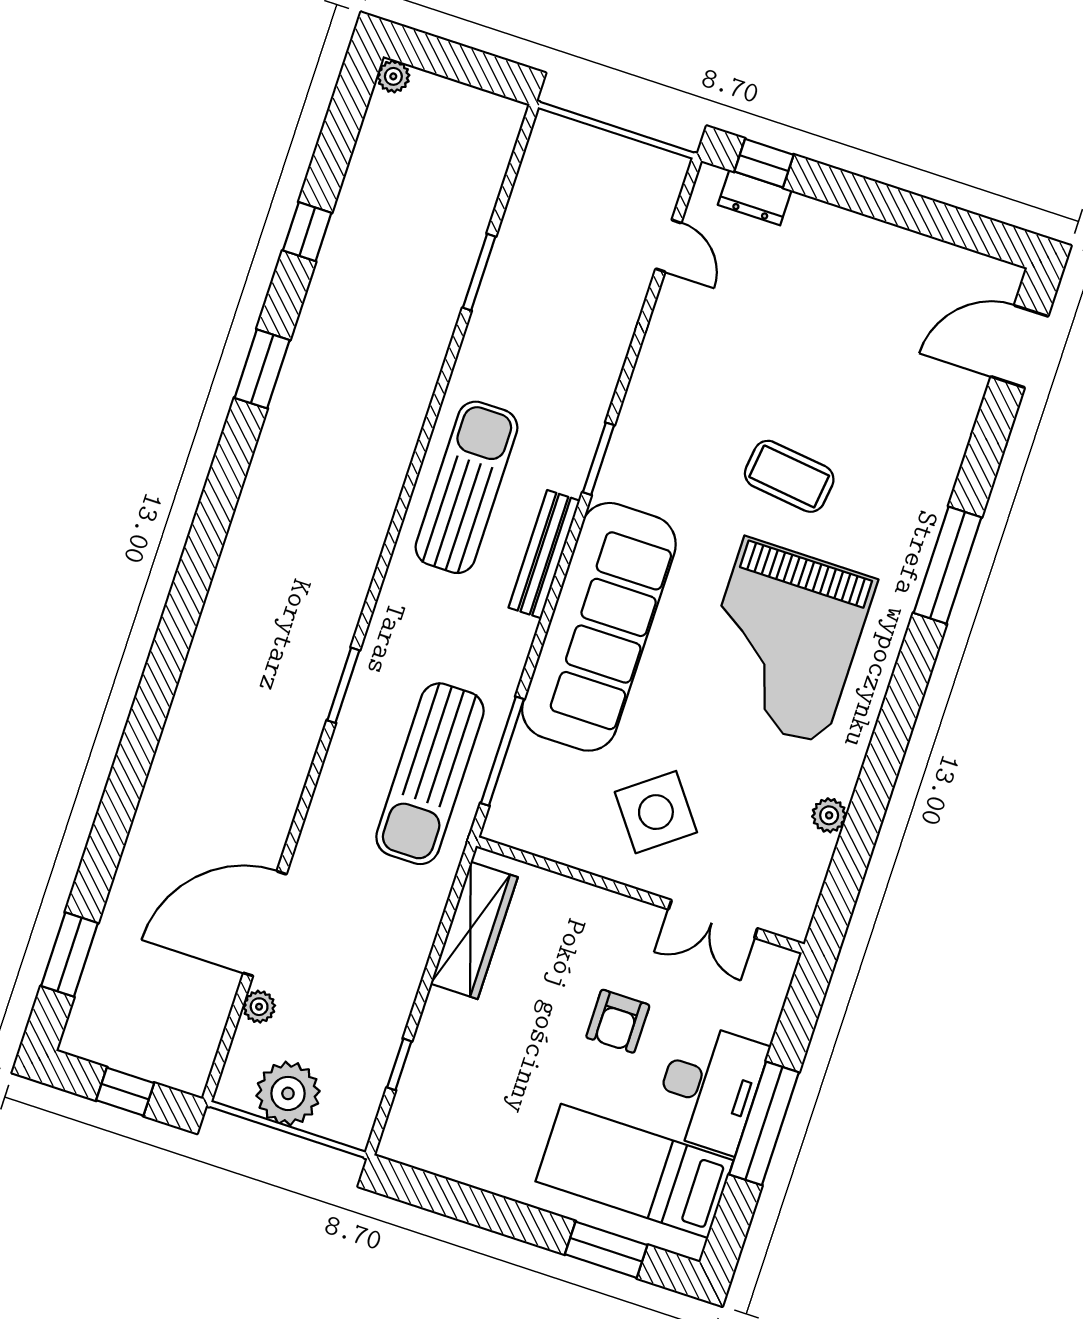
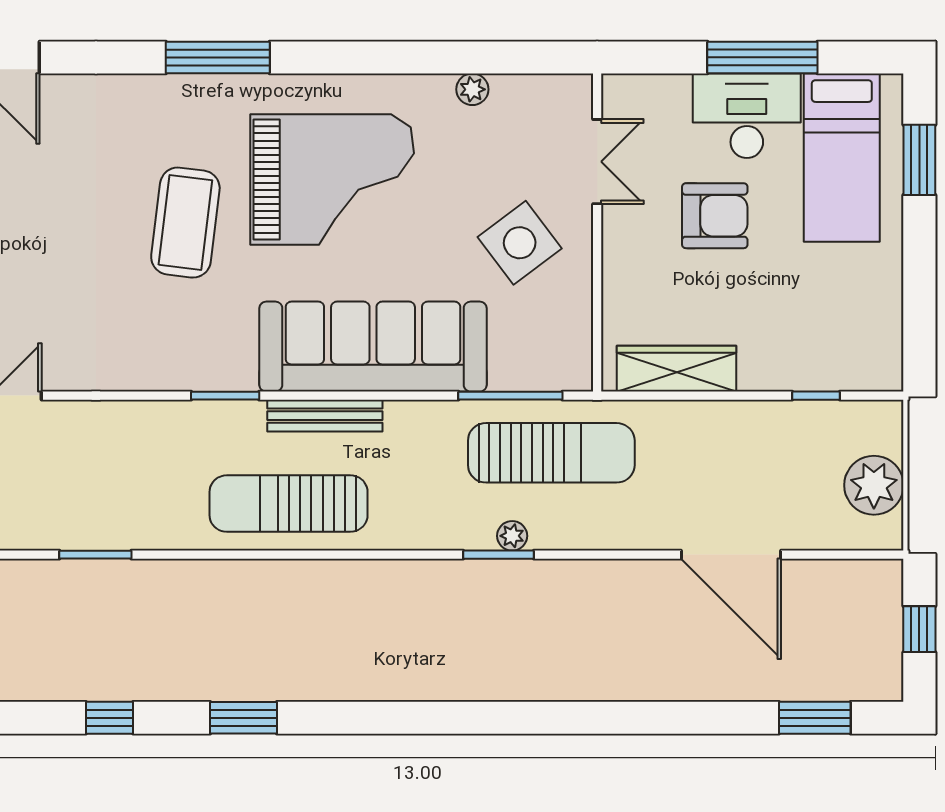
coffee table: (789, 476) -> (185, 223), width x1.36, depth x1.32
plant: (259, 1007) -> (512, 536), moved
armchair: (618, 1021) -> (715, 216), width x1.38, depth x1.38

